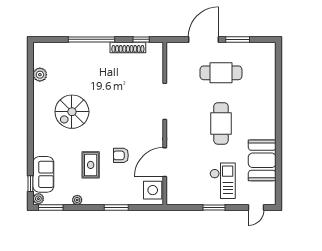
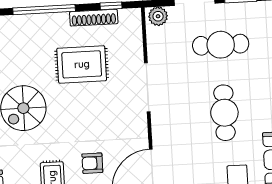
plant: (176, 49) -> (158, 16), added
rug: (117, 82) -> (82, 64), added

